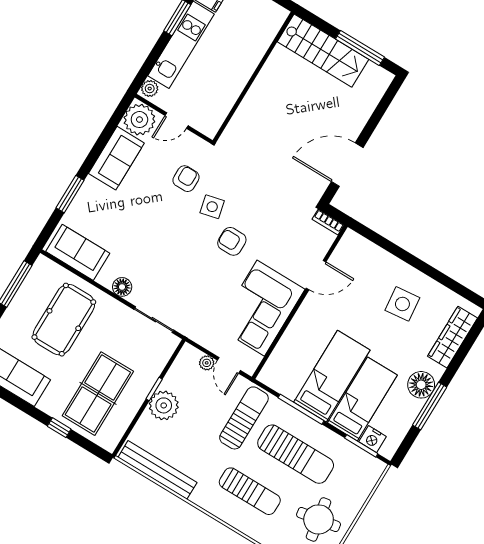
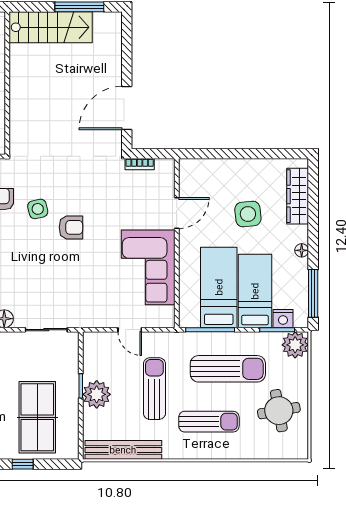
armchair: (232, 241) -> (71, 227), turned 180
door: (316, 275) -> (177, 213), moved
wall: (300, 302) -> (177, 243), moved
side table: (402, 304) -> (248, 214), moved
corner sofa: (261, 308) -> (148, 267), moved
plant: (207, 363) -> (295, 345), moved, width x1.88, depth x1.88
floor lamp: (421, 385) -> (302, 250), width x0.53, depth x0.53
window: (430, 406) -> (313, 293), moved
sun lounger: (244, 418) -> (154, 389), moved

